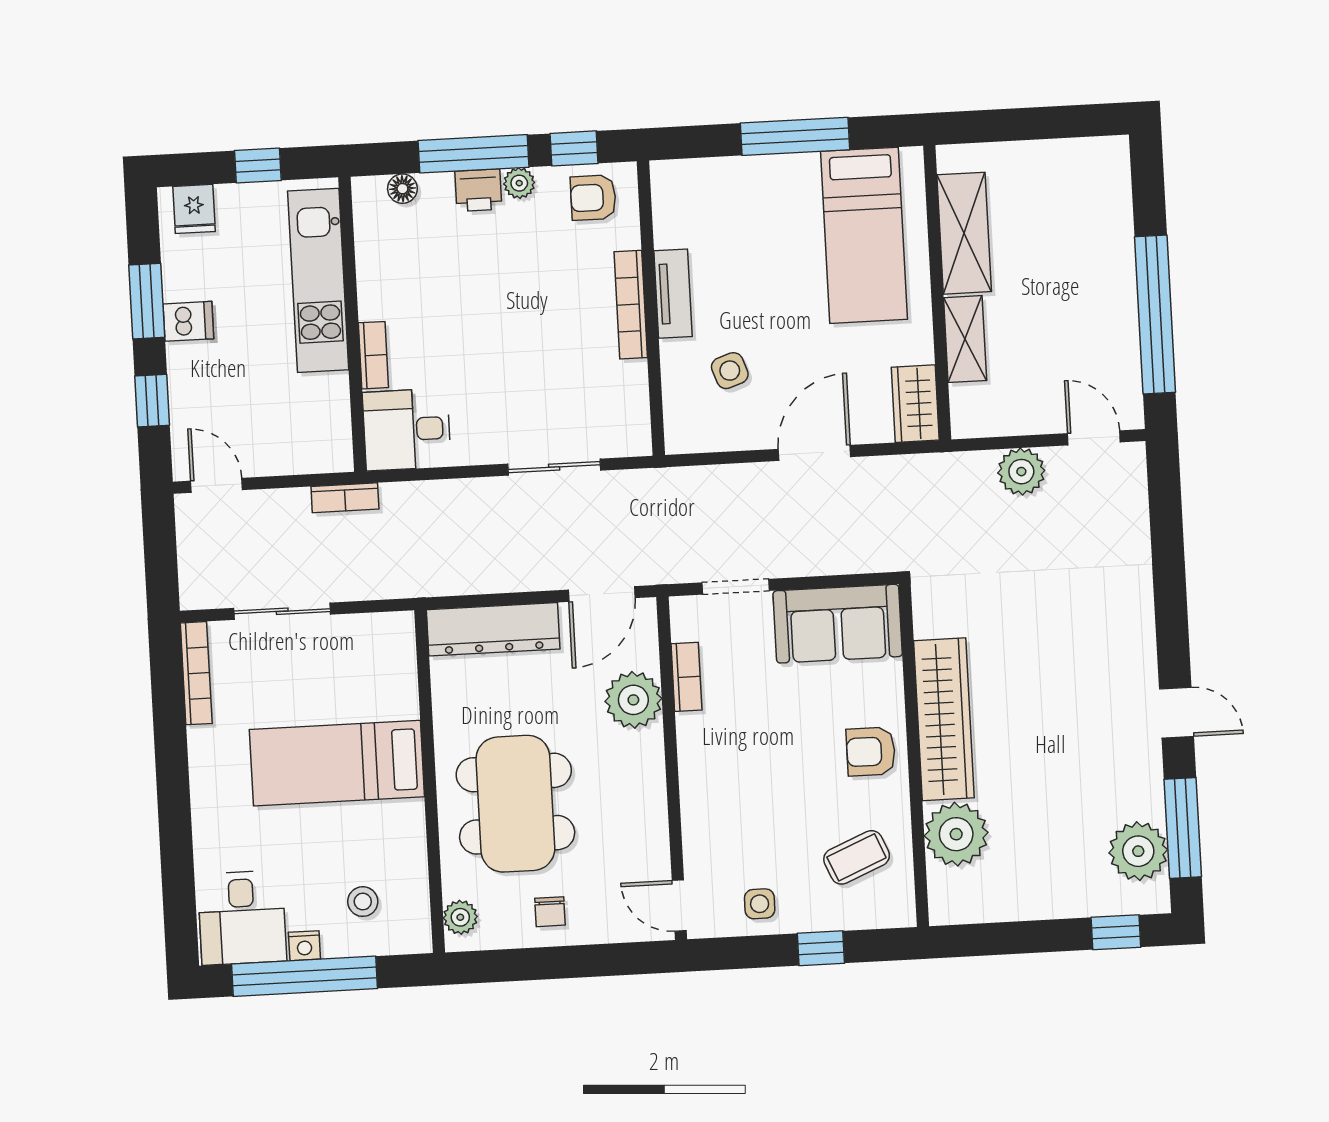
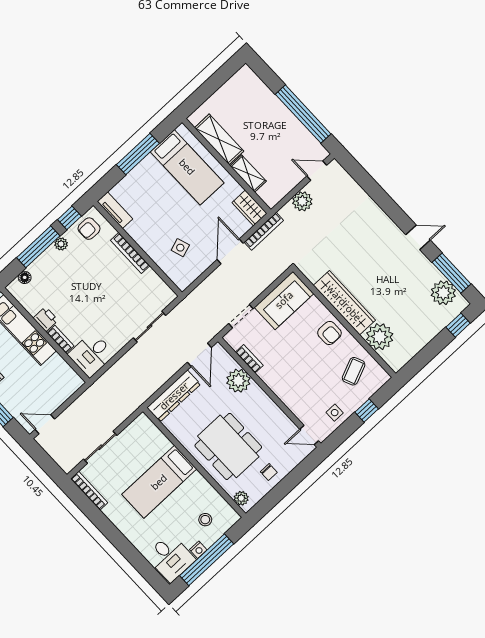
printer: (478, 190) -> (46, 319), moved, turned -90
tv unit: (673, 294) -> (115, 210), moved
bookcase: (345, 498) -> (264, 231), moved, width x1.56
armchair: (871, 752) -> (329, 333), turned -90

